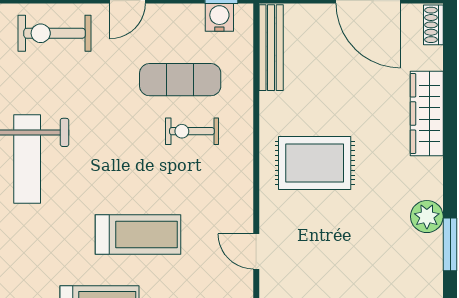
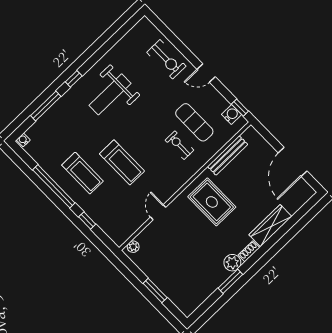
shoe rack: (433, 25) -> (249, 251), moved
exercise bike: (55, 33) -> (166, 59), turned 180
bench: (271, 48) -> (228, 155), moved

